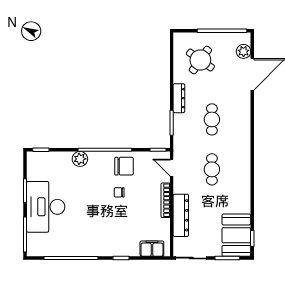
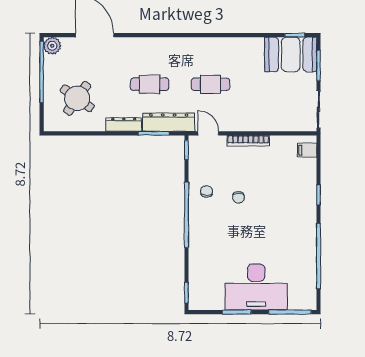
plant: (244, 51) -> (52, 46), moved
plant: (80, 159) -> (198, 245), removed
chair: (124, 166) -> (207, 191), width x0.54, depth x0.54
door: (172, 168) -> (208, 133), swing flipped
dresser: (181, 215) -> (169, 122), moved
filing cabinet: (152, 249) -> (307, 150), width x0.50

